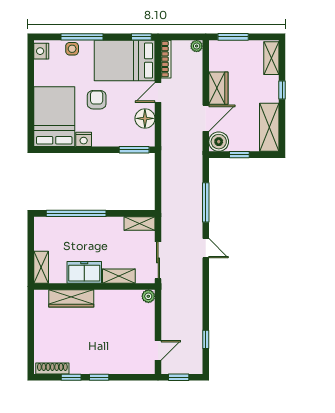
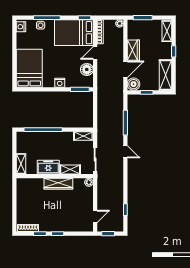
armchair: (97, 100) -> (56, 58), removed
nightstand: (84, 139) -> (60, 83), moved
wardrobe: (71, 298) -> (58, 184), moved

